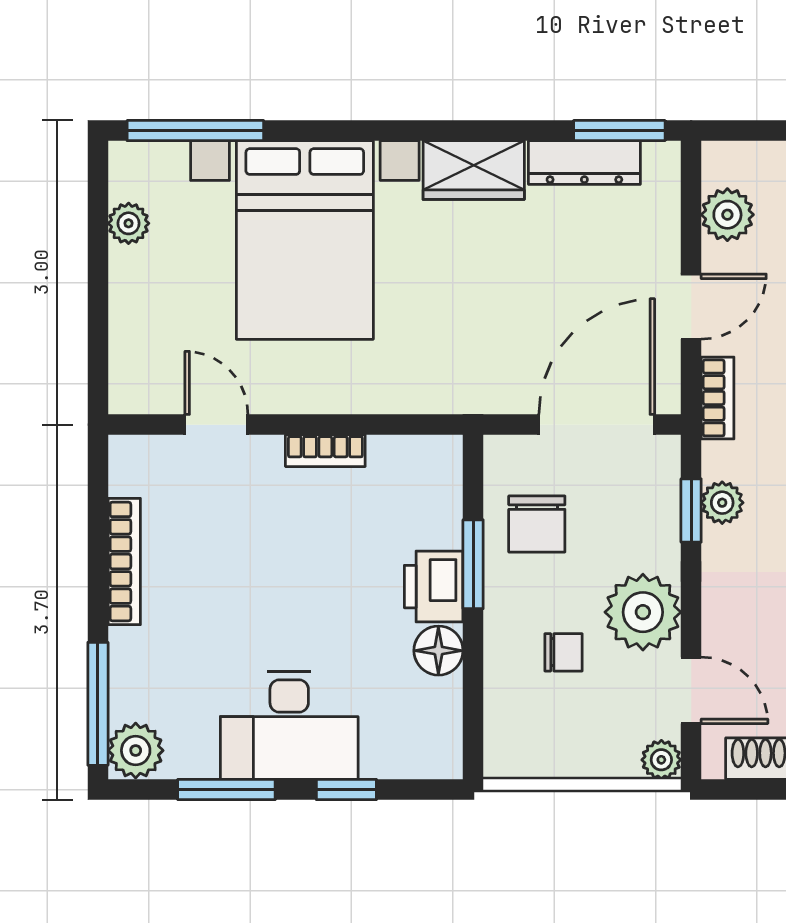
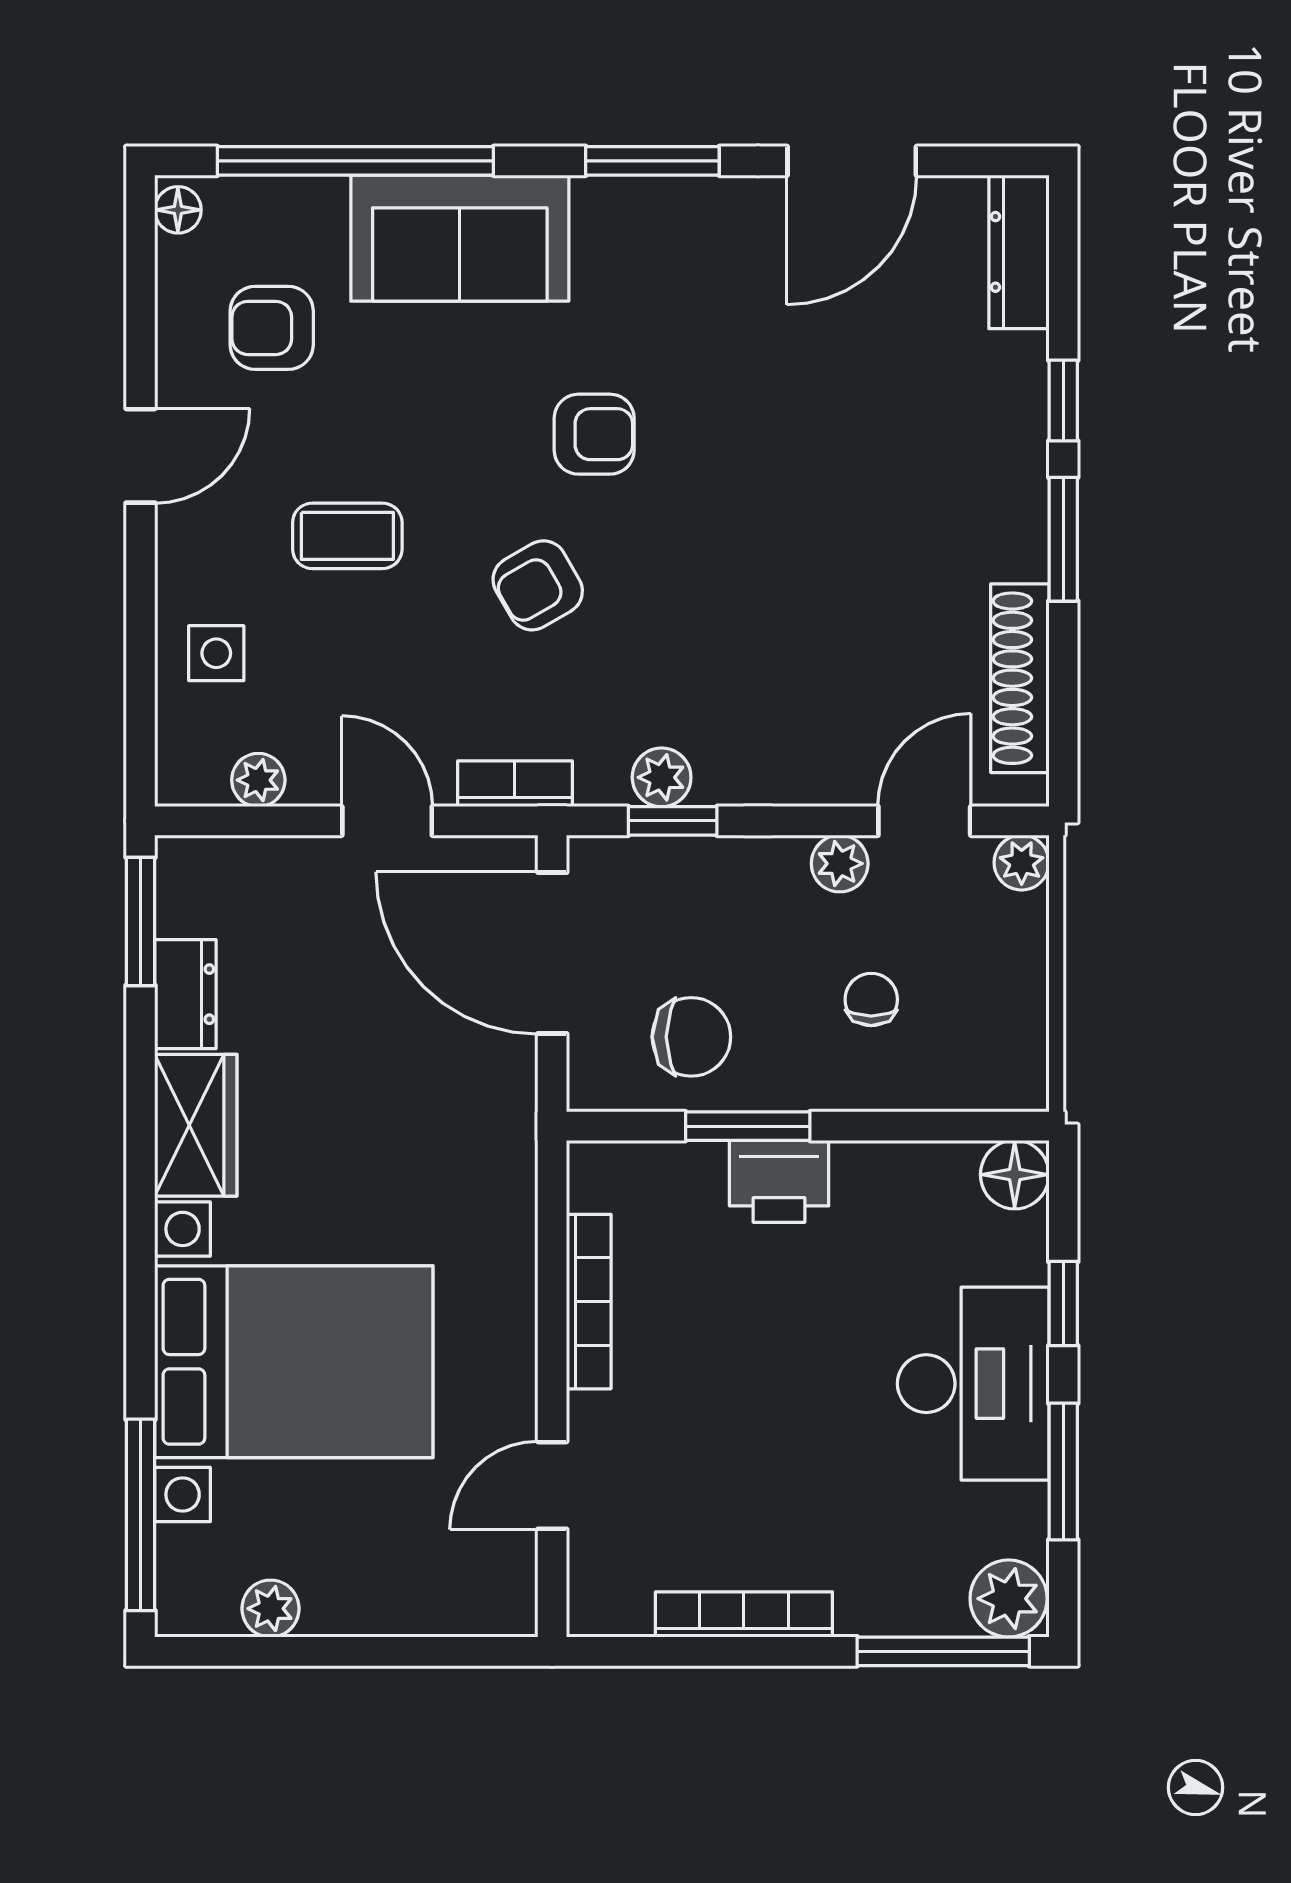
dresser: (584, 163) -> (185, 994), width x0.70
plant: (727, 215) -> (258, 780), width x0.73, depth x0.73
bookcase: (325, 451) -> (589, 1302), width x1.56
plant: (643, 612) -> (840, 864), width x0.53, depth x0.53
floor lamp: (438, 651) -> (1015, 1175), moved

